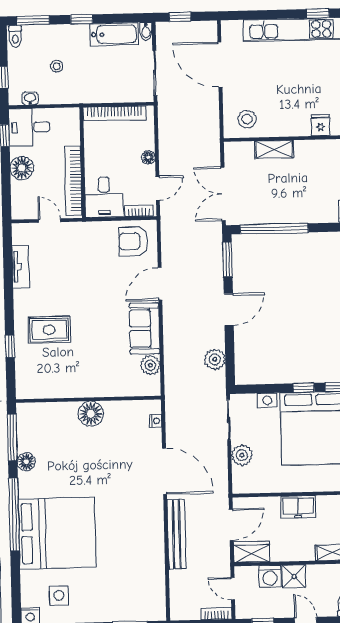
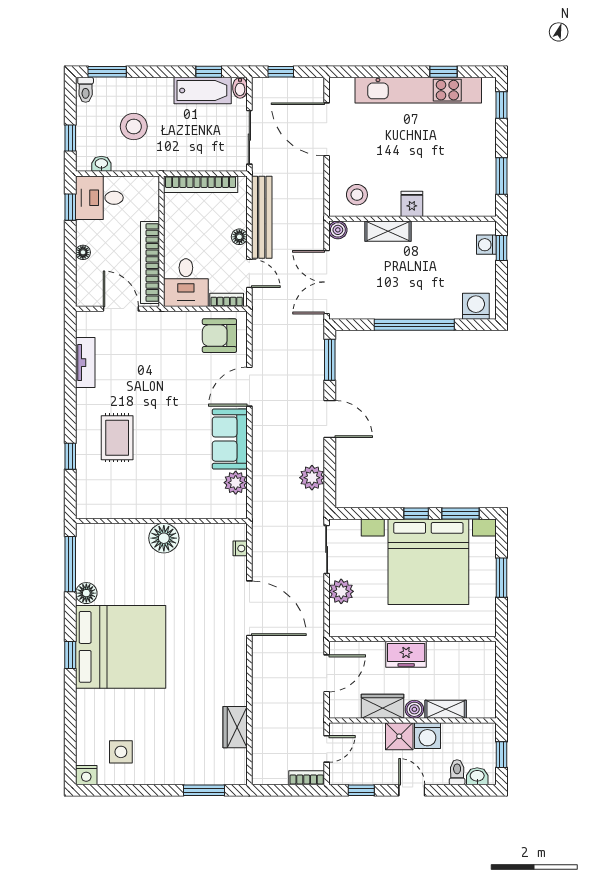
window: (82, 19) -> (209, 72), moved
stool: (57, 66) -> (134, 127), width x1.89, depth x1.89
fridge: (320, 125) -> (412, 204), moved
boiler: (232, 149) -> (338, 230), added
floor lamp: (22, 168) -> (83, 252), width x0.53, depth x0.53
door: (158, 188) -> (249, 273), hinge flipped
door: (50, 221) -> (121, 309), width x1.37
window: (274, 229) -> (414, 325), moved
door: (229, 310) -> (330, 419), hinge flipped
rug: (49, 330) -> (117, 438), turned 90
window: (14, 514) -> (70, 655), width x0.32
bed: (57, 533) -> (121, 647), moved
bench: (177, 534) -> (262, 217), moved
wardrobe: (251, 552) -> (383, 706), moved
boiler: (306, 553) -> (414, 709), added
wardrobe: (155, 572) -> (235, 727), added
washing machine: (270, 576) -> (427, 736), moved
door: (233, 589) -> (327, 749), swing flipped

